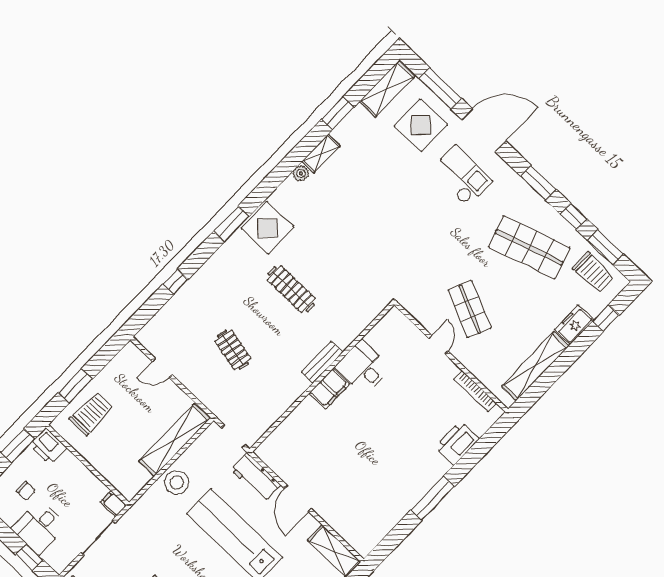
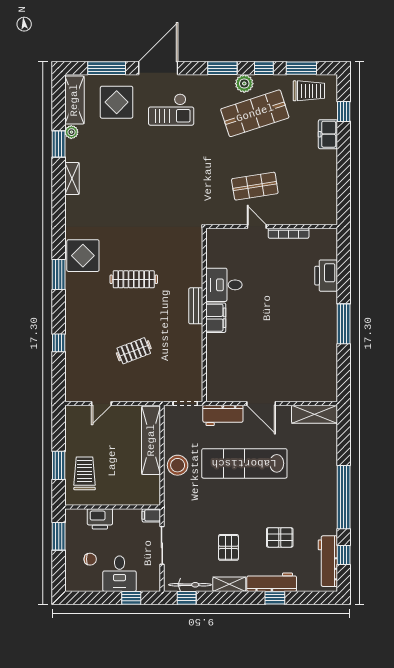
plant: (301, 173) -> (71, 132), moved
checkout: (461, 176) -> (171, 109), turned 180
plant: (544, 213) -> (244, 84), added
shop shelf: (470, 309) -> (255, 186), turned -33
clothes rail: (233, 350) -> (134, 351), turned -33
shelving: (535, 366) -> (329, 182), removed
bookcase: (475, 391) -> (289, 233), moved
printer: (48, 446) -> (100, 519), moved

